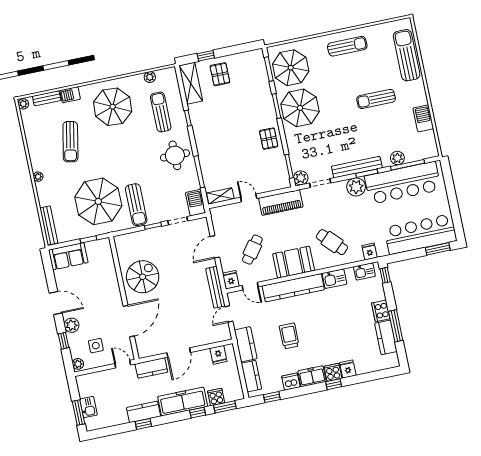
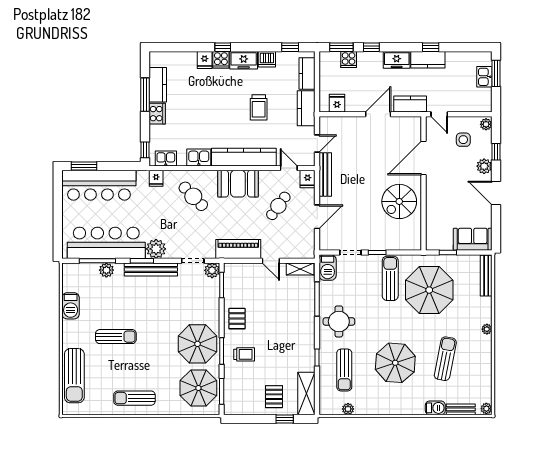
parasol: (113, 107) -> (395, 363), moved
trolley: (255, 107) -> (244, 354), added
freezer: (183, 401) -> (397, 60), width x0.52, depth x0.79

